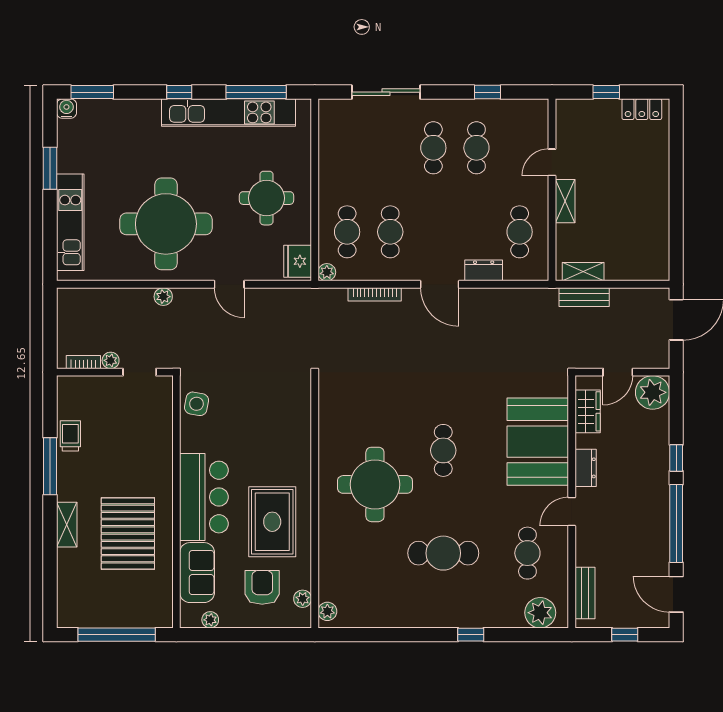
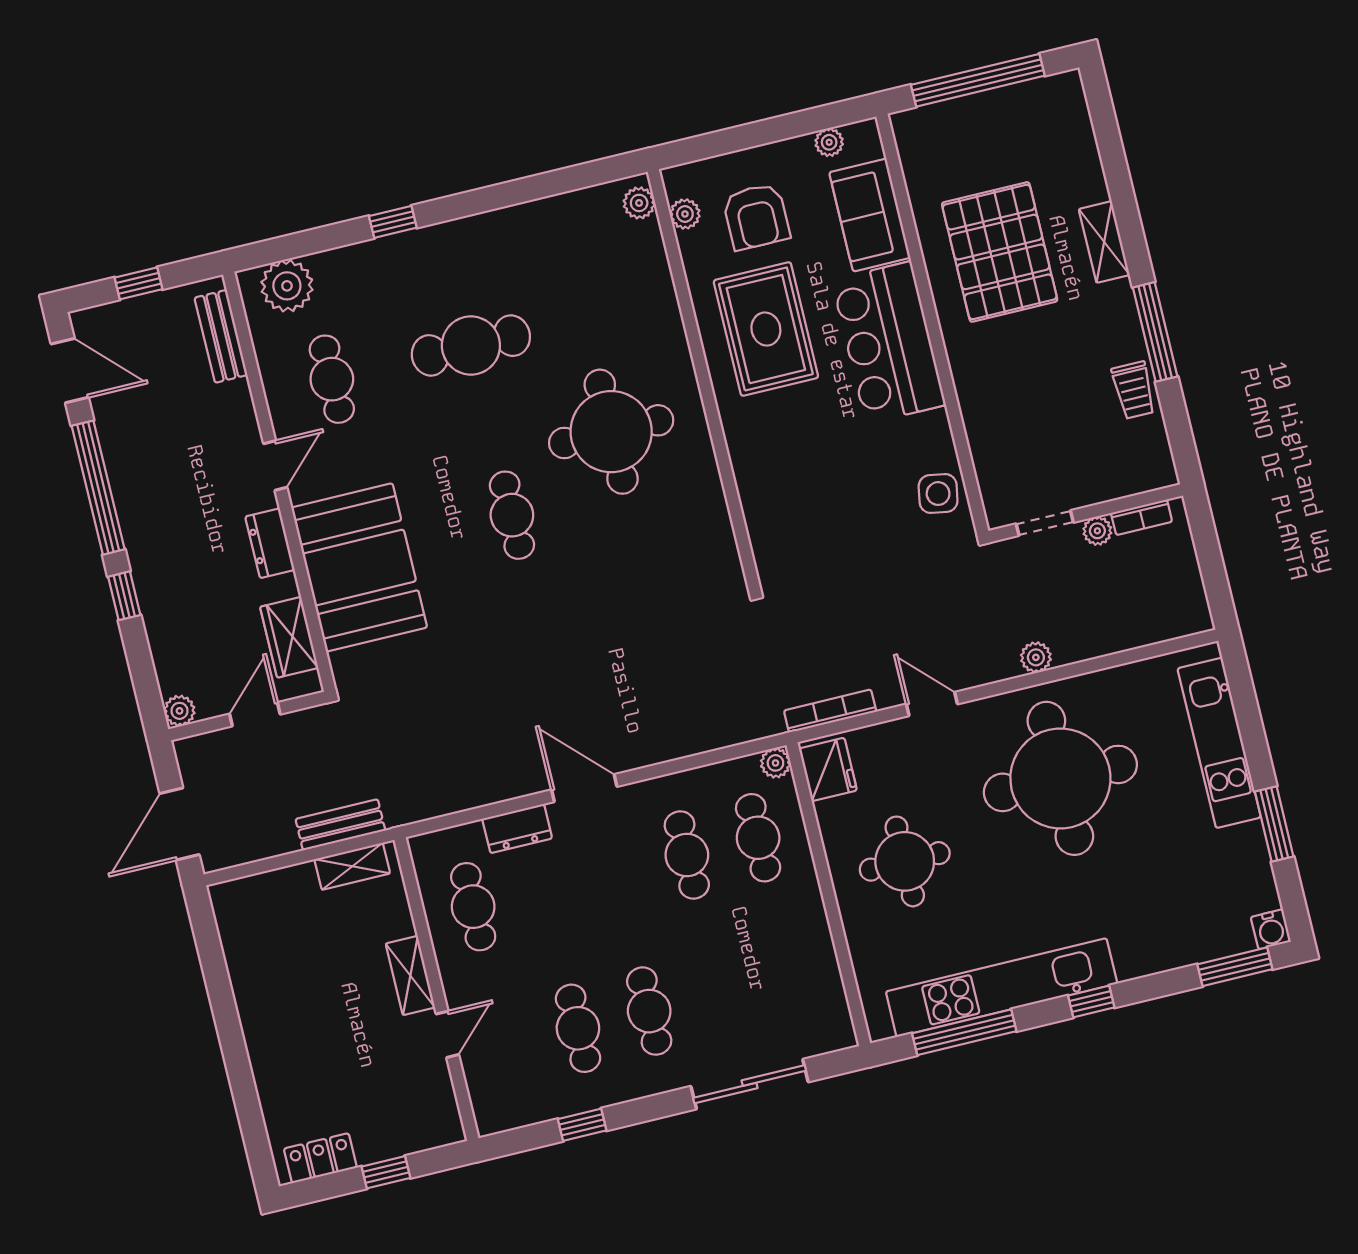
bookcase: (375, 294) -> (830, 711), moved
plant: (653, 392) -> (180, 711), width x0.53, depth x0.53

